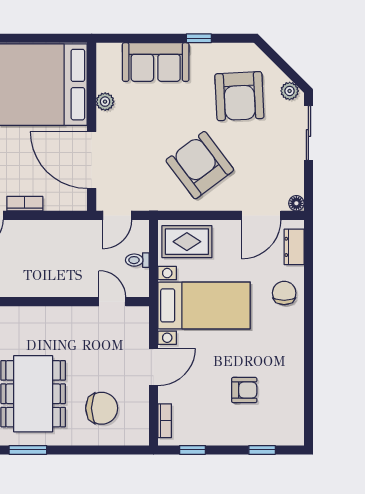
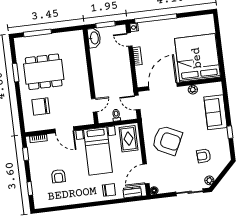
armchair: (239, 96) -> (204, 156), width x0.53, depth x0.53
armchair: (200, 165) -> (167, 140), turned 63
door: (261, 215) -> (146, 174), hinge flipped
chair: (102, 408) -> (41, 107), turned 90

